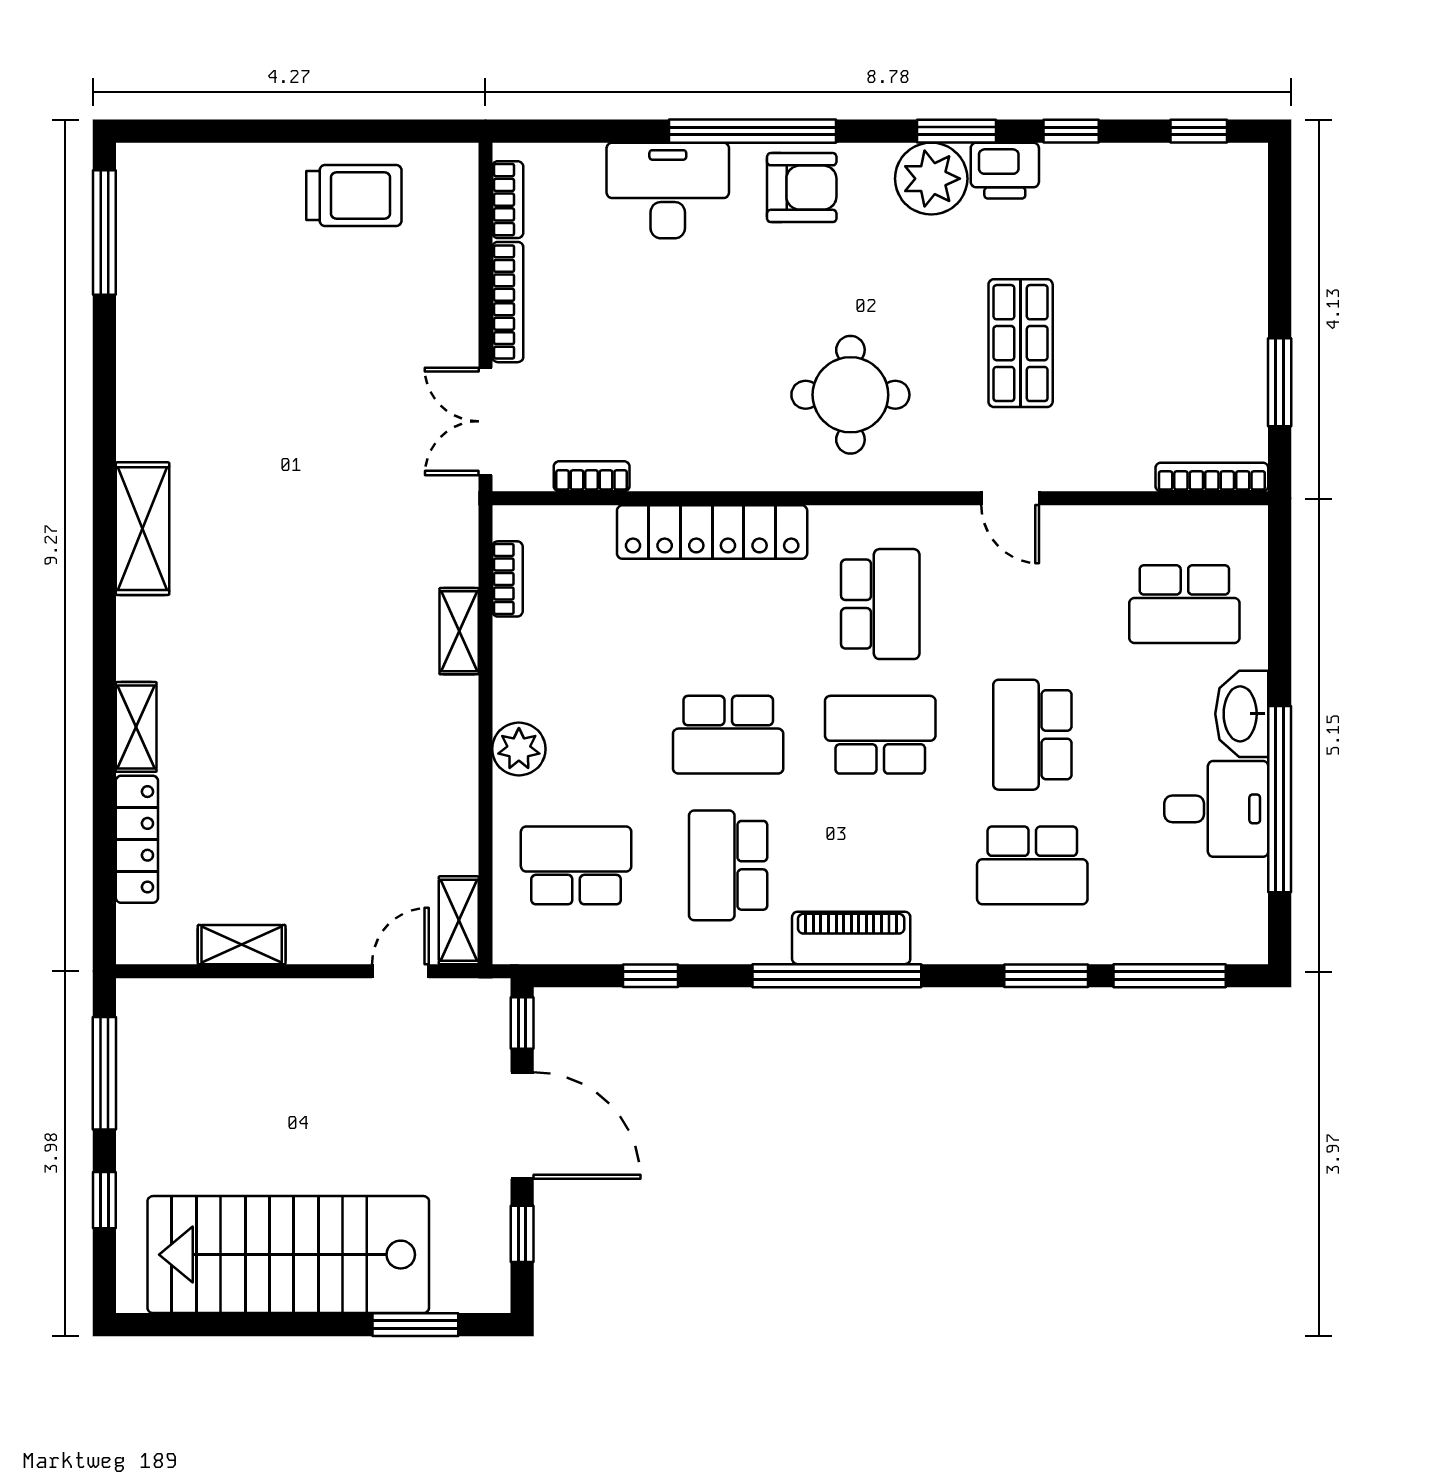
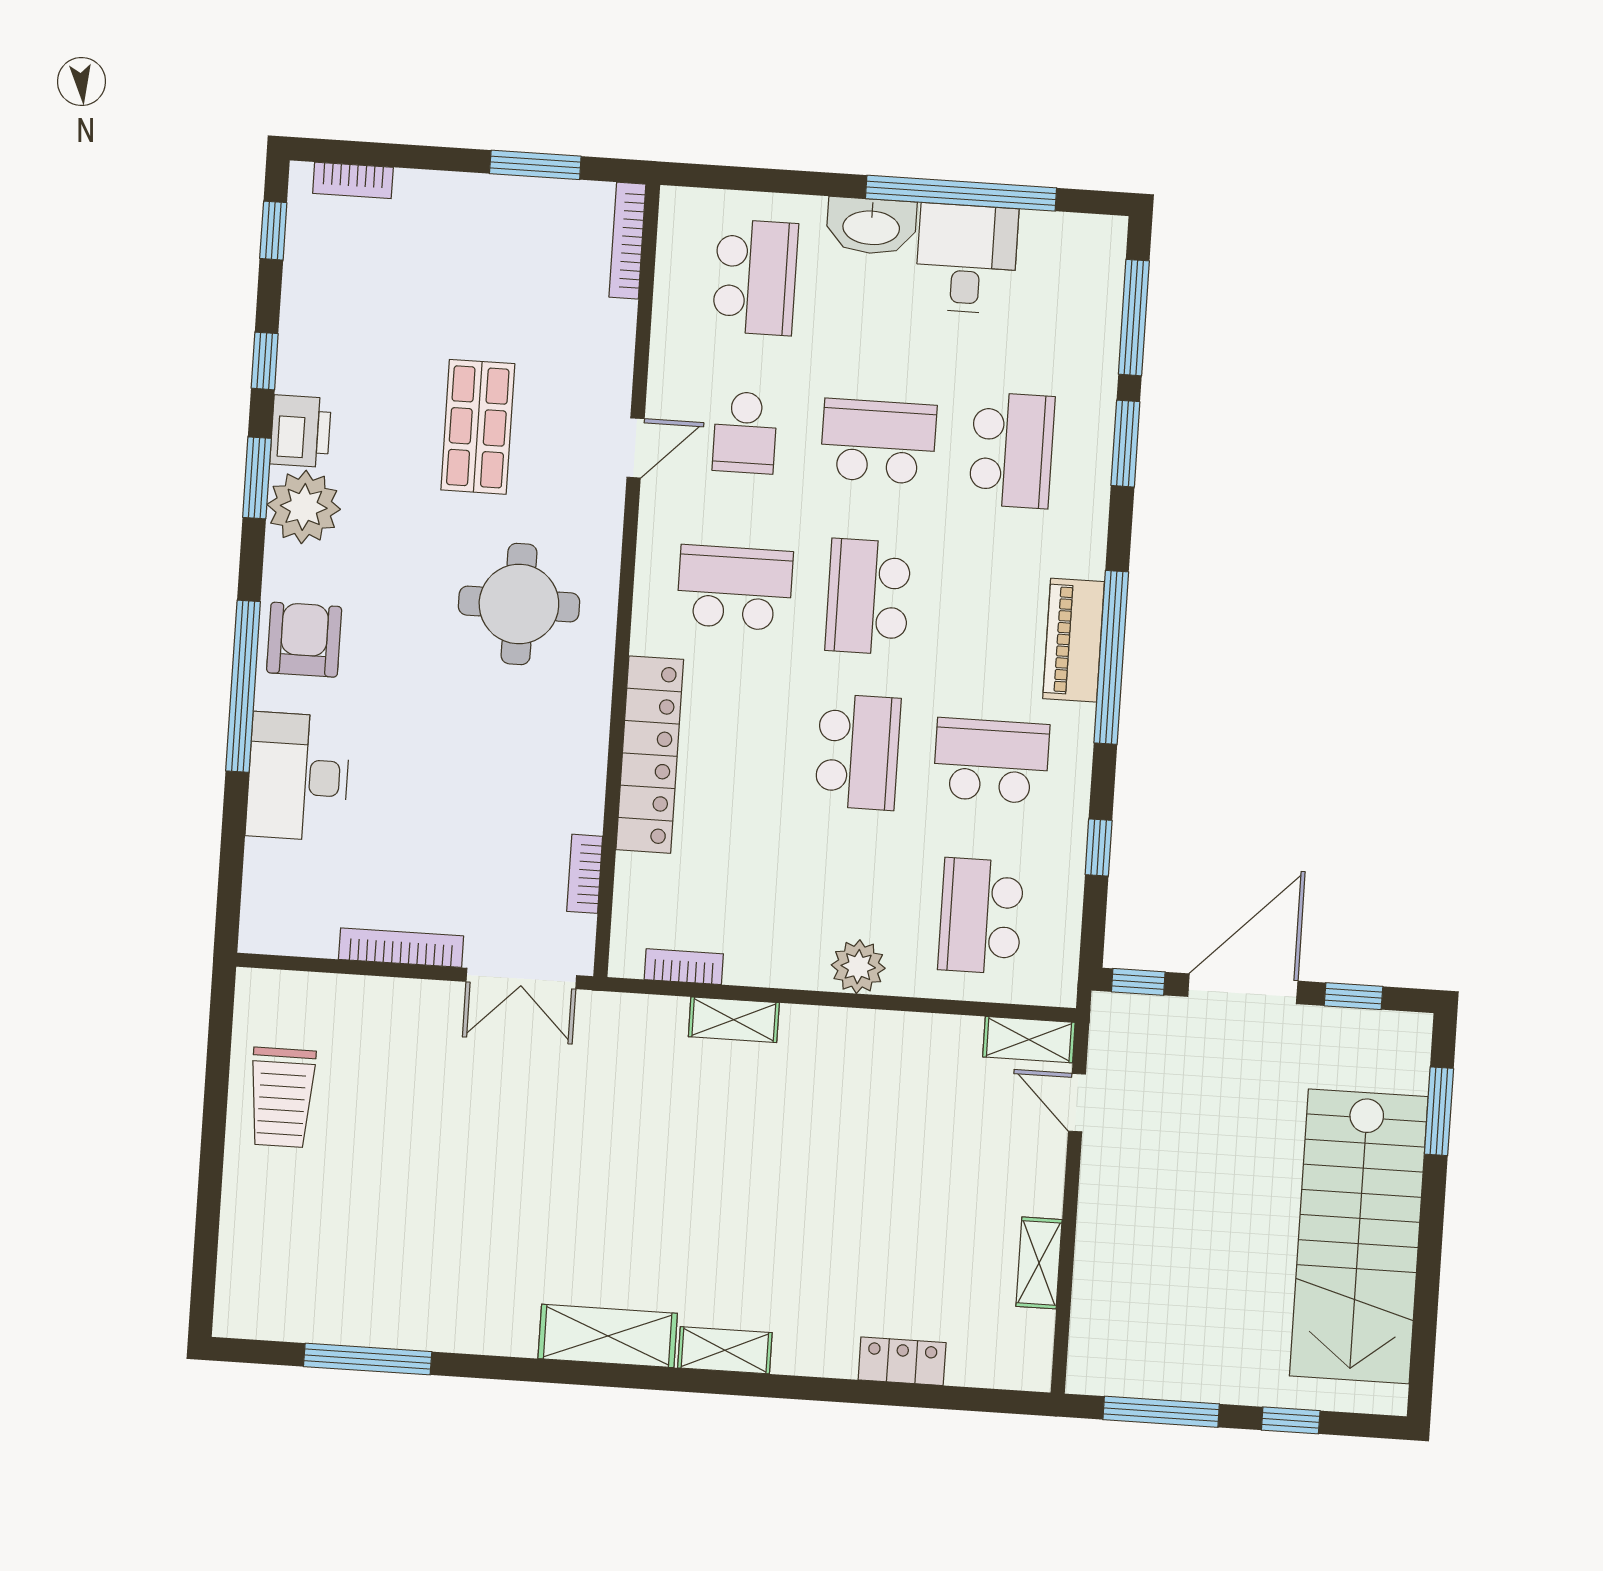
trolley: (354, 196) -> (282, 1097), turned 180
bookcase: (508, 200) -> (353, 180), moved, turned 180
window: (104, 232) -> (368, 1359), moved
shop shelf: (1021, 343) -> (478, 427), turned 90
school desk: (1032, 604) -> (745, 433), added
shelving: (136, 727) -> (725, 1350), moved
school desk: (1032, 735) -> (878, 441), turned 180
locker: (137, 839) -> (902, 1361), width x0.66
school desk: (728, 865) -> (991, 761), turned 180

